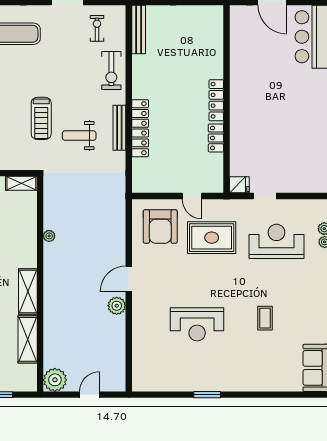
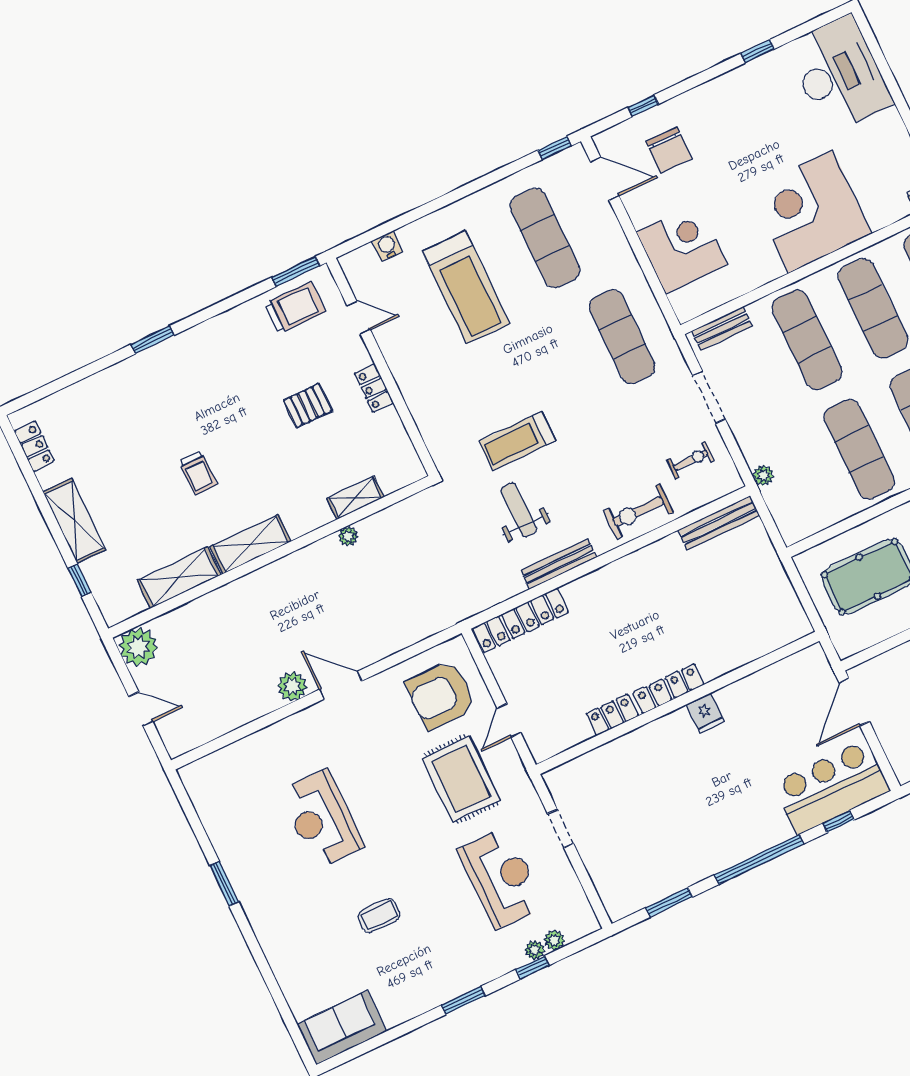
locker: (140, 128) -> (520, 620), moved
shelving: (21, 183) -> (355, 498), moved, turned 90
fridge: (239, 185) -> (705, 713), moved

